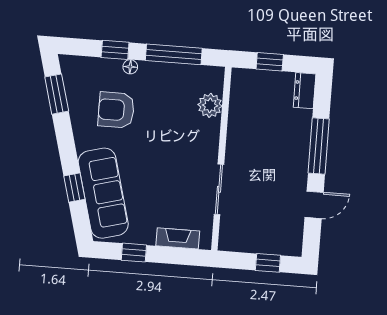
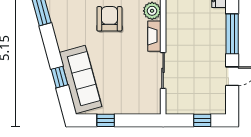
armchair: (116, 110) -> (109, 19), moved, turned 90
fireplace: (178, 238) -> (154, 36), moved, turned -90

